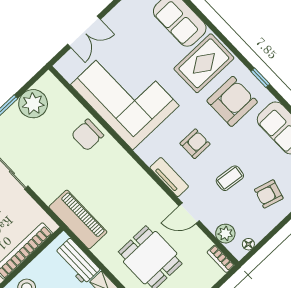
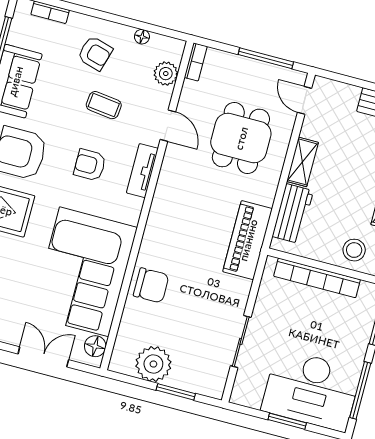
floor lamp: (70, 72) -> (95, 346), added
floor lamp: (248, 244) -> (142, 37), moved

